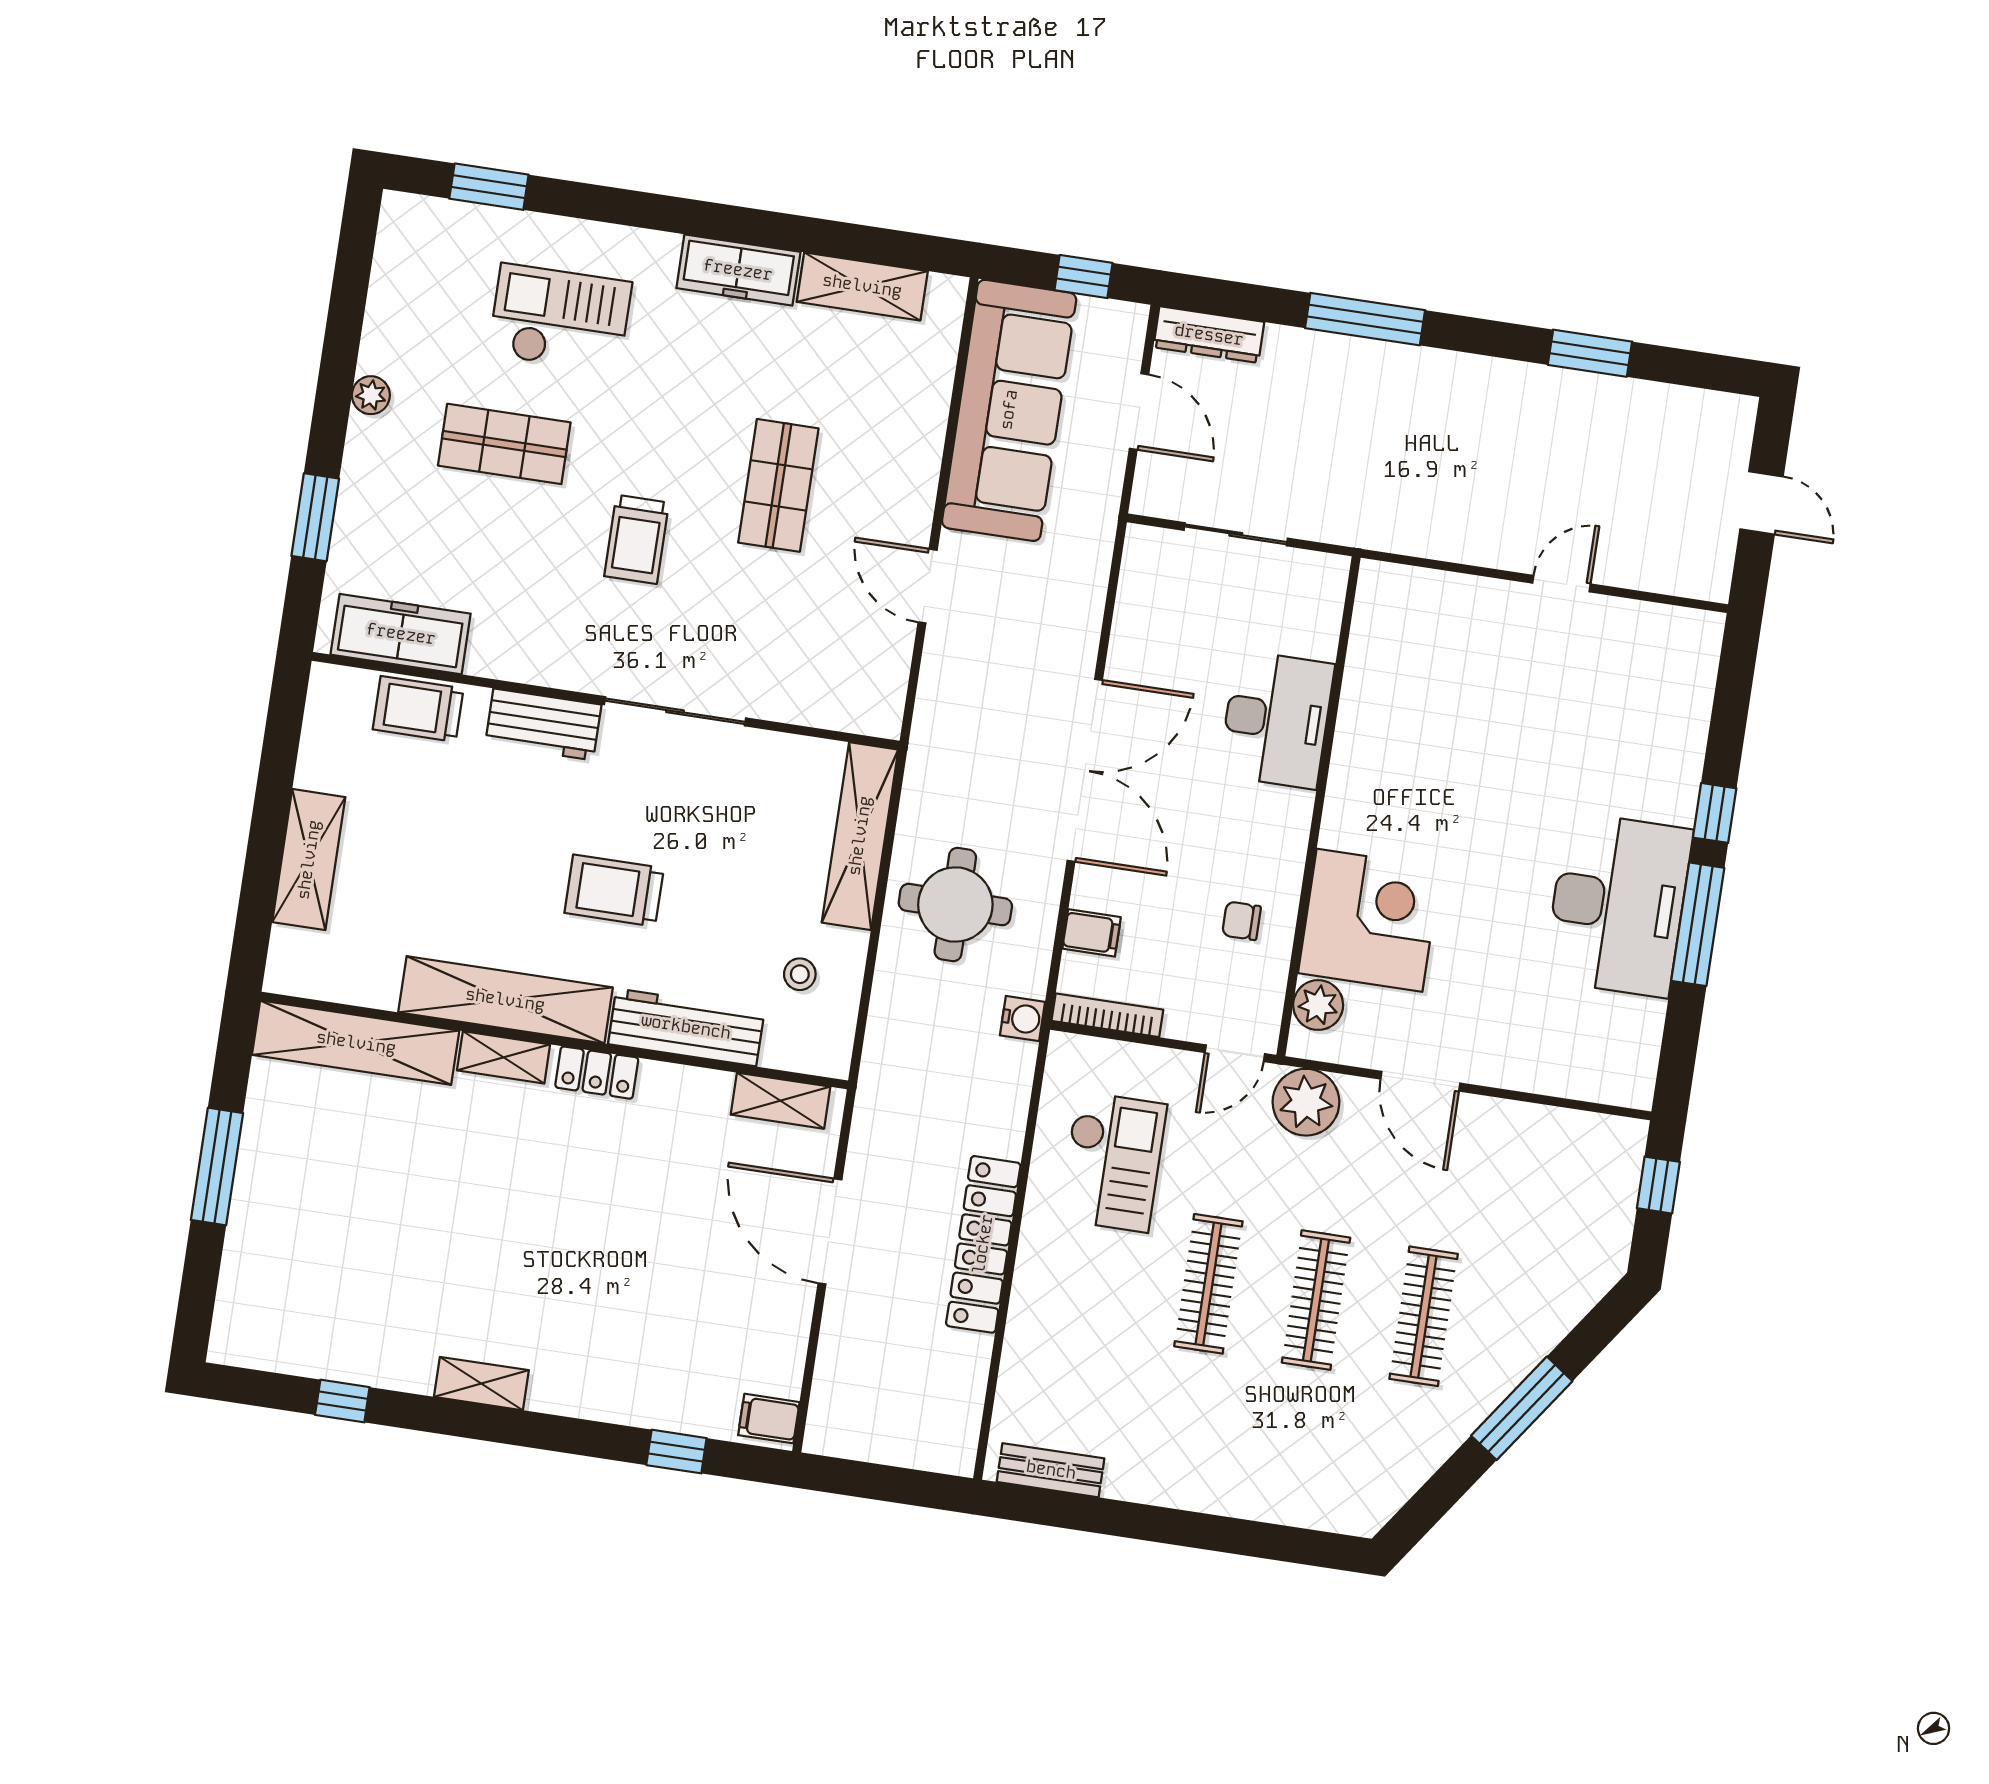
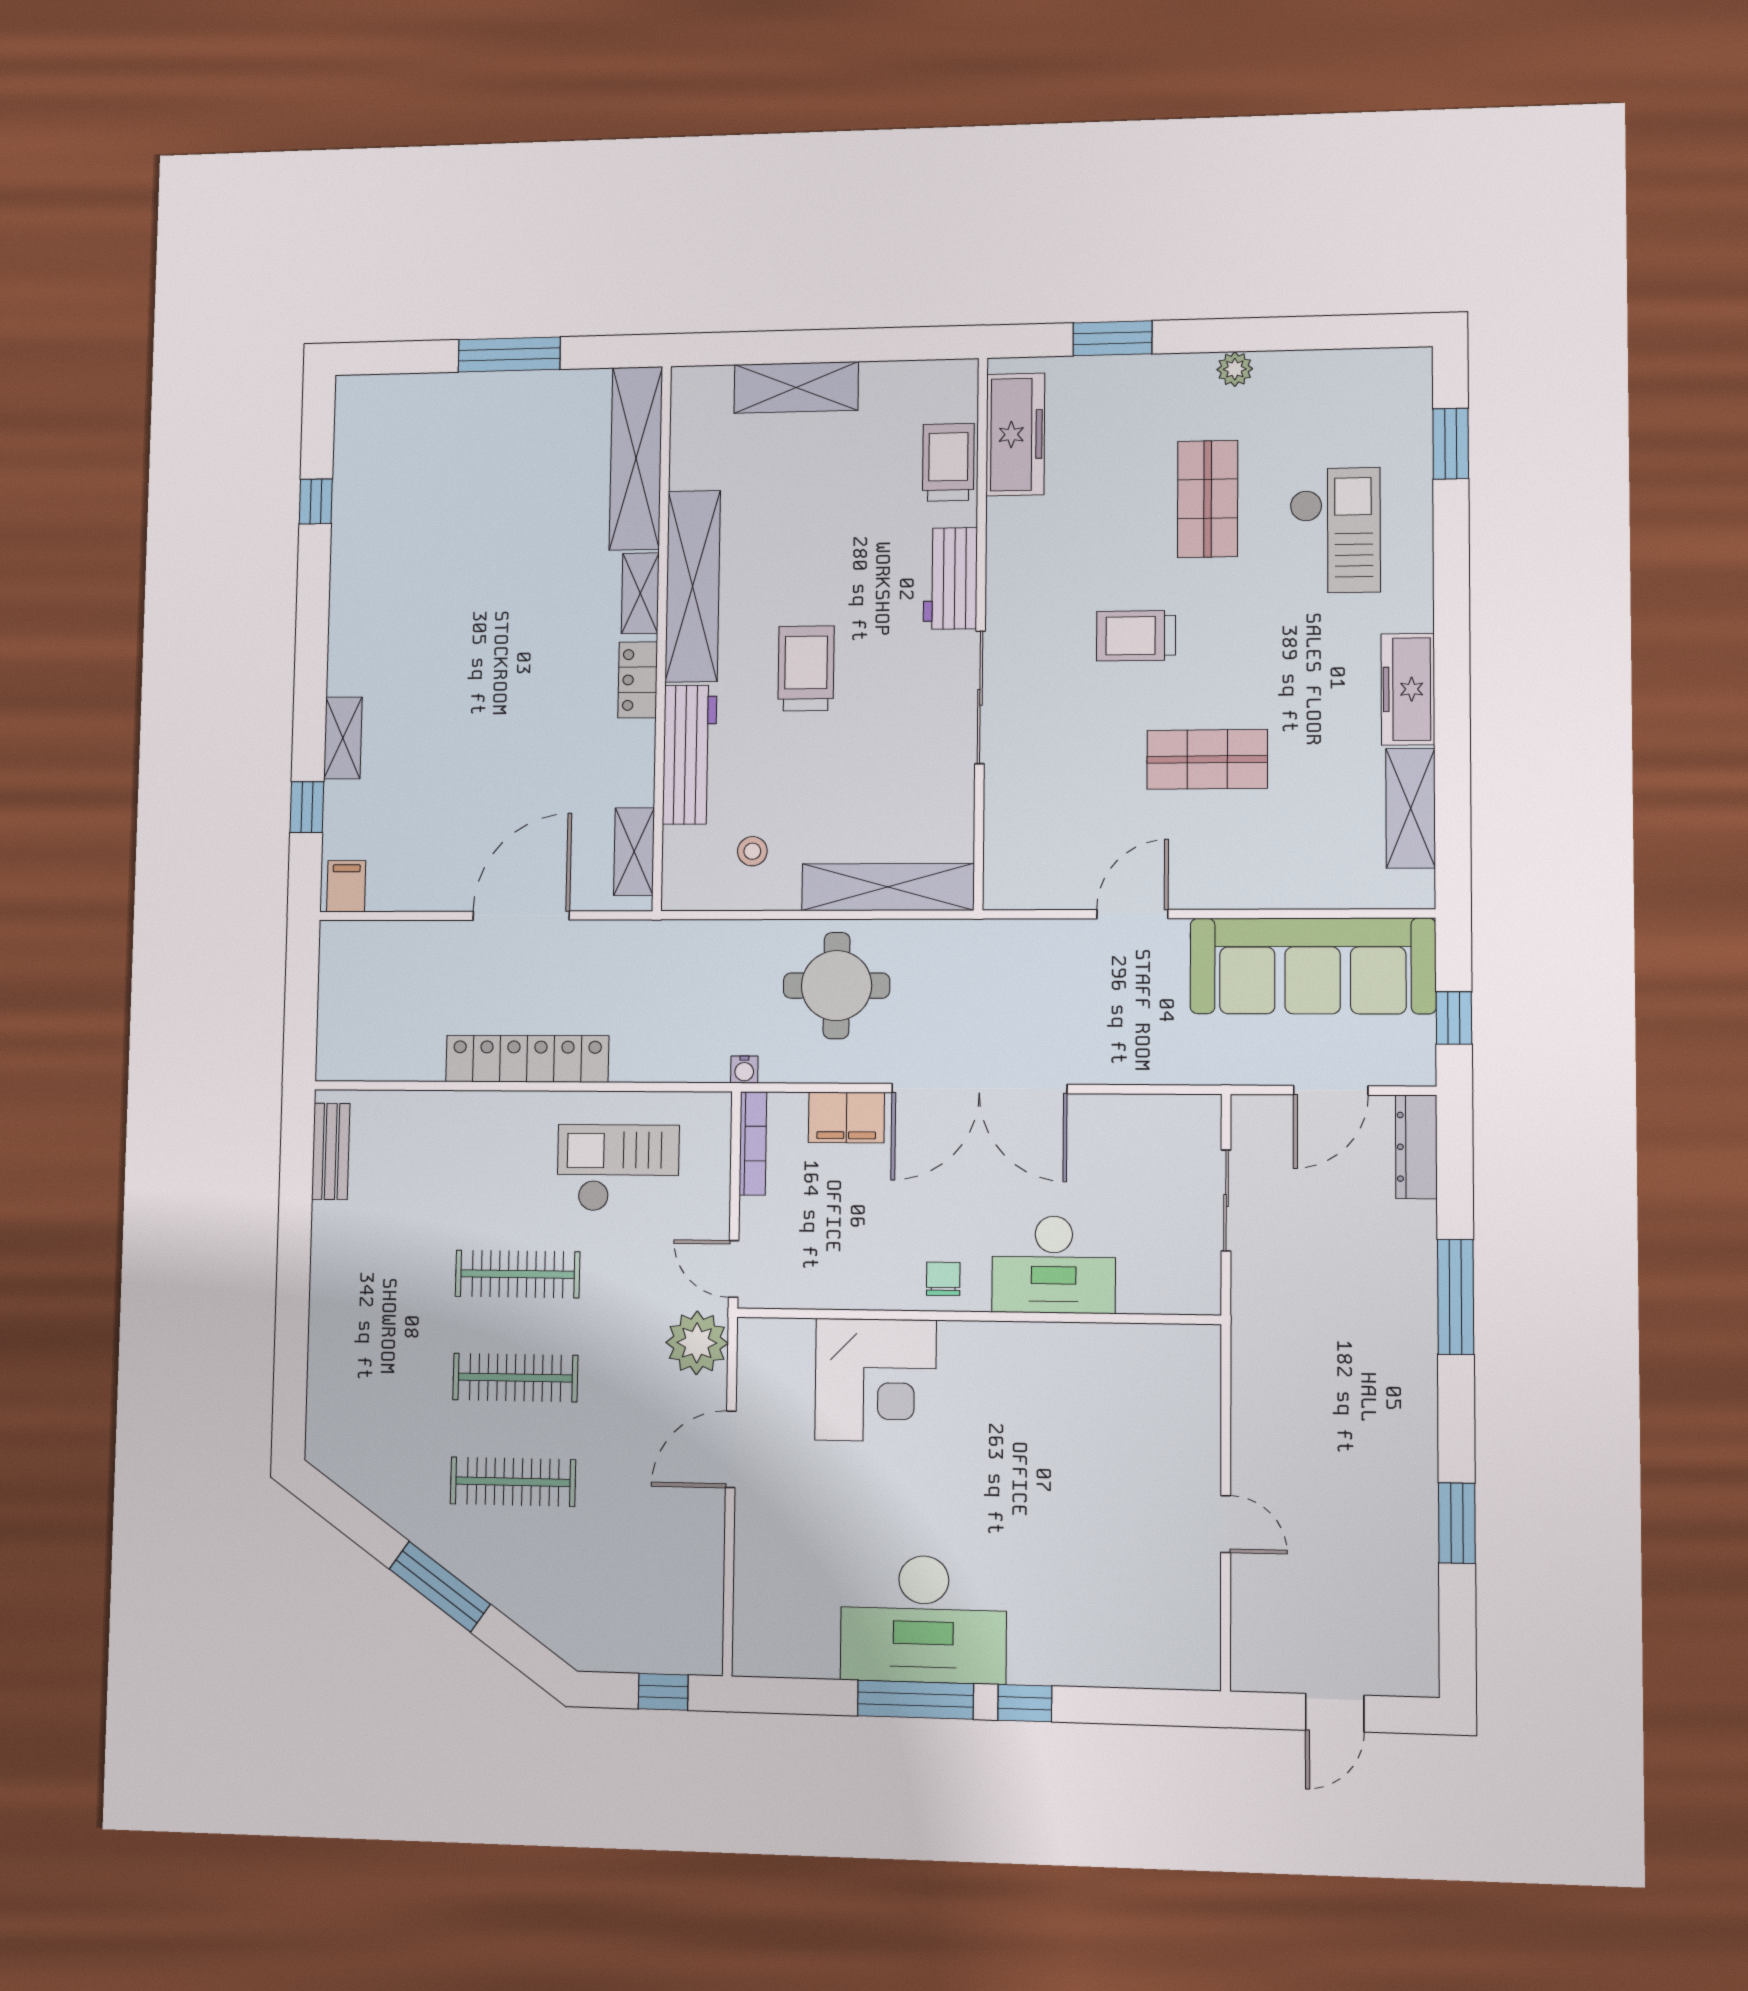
chair: (1241, 921) -> (943, 1279), moved
filing cabinet: (1092, 933) -> (846, 1117), width x2.00
plant: (1318, 1005) -> (789, 1342), removed
water cooler: (1023, 1019) -> (744, 1070), width x0.72, depth x0.72
checkout: (1113, 1162) -> (618, 1168), turned 180
shelving: (481, 1384) -> (343, 738), moved

